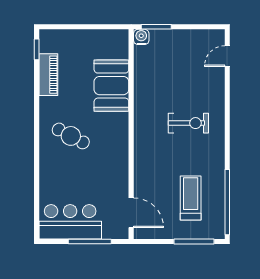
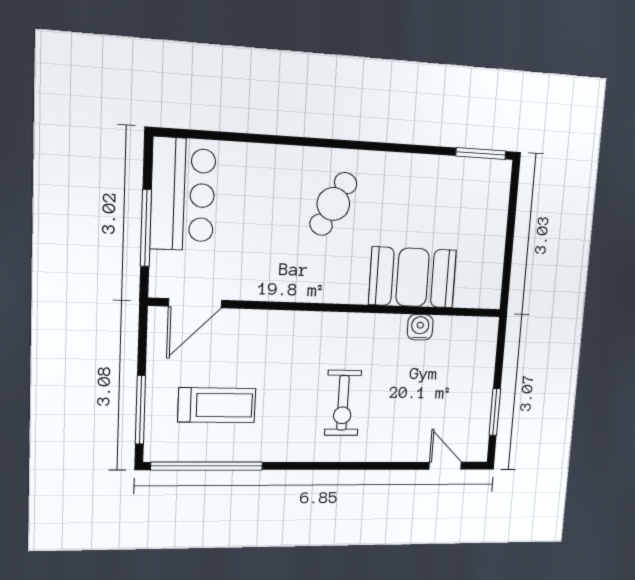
window: (156, 27) -> (495, 412), moved
water cooler: (141, 37) -> (420, 327), moved, turned -90
window: (37, 49) -> (481, 154), width x1.50
piano: (48, 75) -> (438, 171), removed

